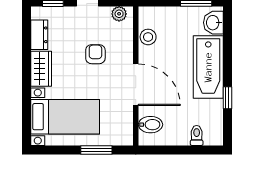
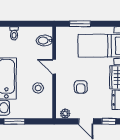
stool: (148, 37) -> (38, 88), moved
door: (136, 85) -> (54, 67), width x0.53

